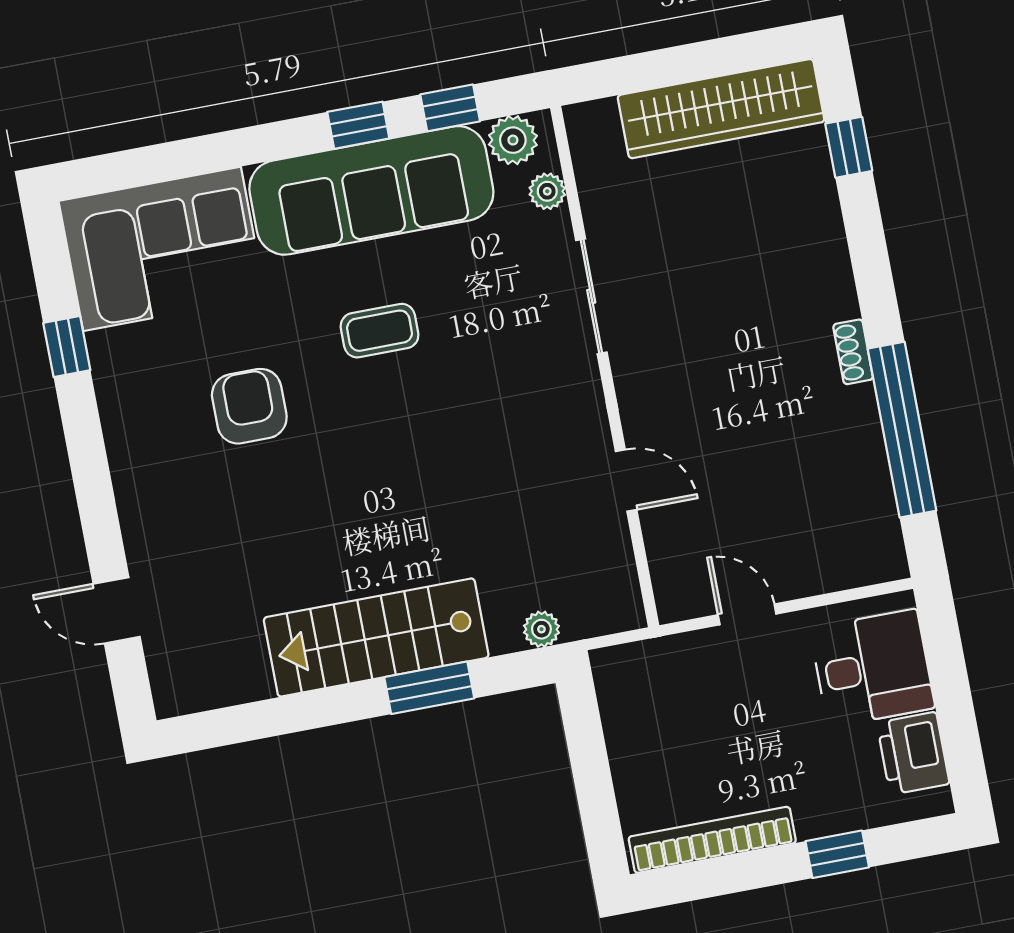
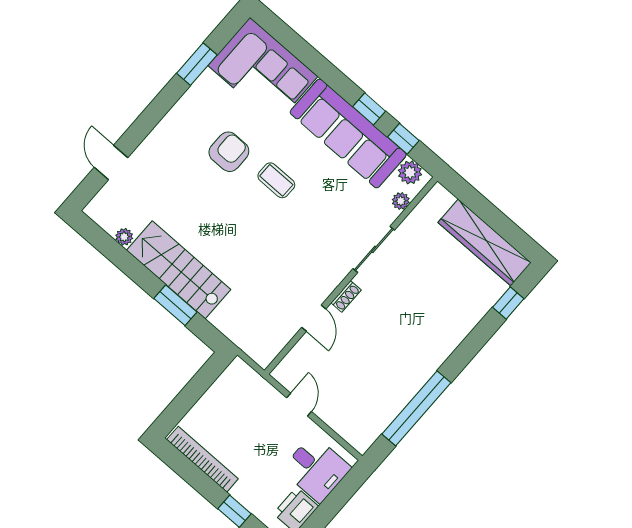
coffee table: (380, 331) -> (276, 180), moved
window: (67, 347) -> (197, 64), width x1.50
shoe rack: (853, 352) -> (346, 296), moved, turned 180
plant: (541, 629) -> (124, 237), moved

